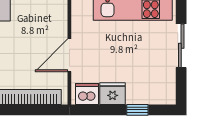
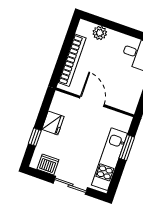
dishwasher: (87, 94) -> (48, 164), moved, turned -90

